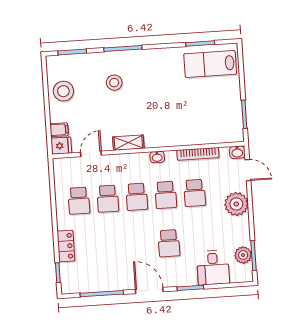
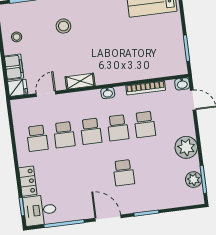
stool: (63, 91) -> (17, 37), width x0.53, depth x0.53
filing cabinet: (59, 130) -> (14, 67), width x2.00
plant: (236, 204) -> (186, 147), moved
desk: (213, 268) -> (40, 210), moved, turned 90

